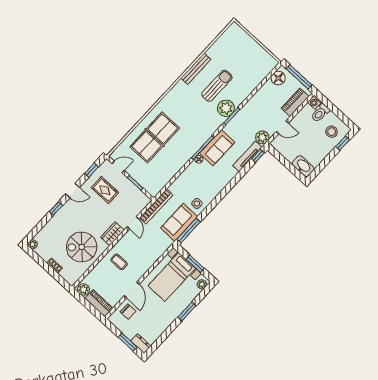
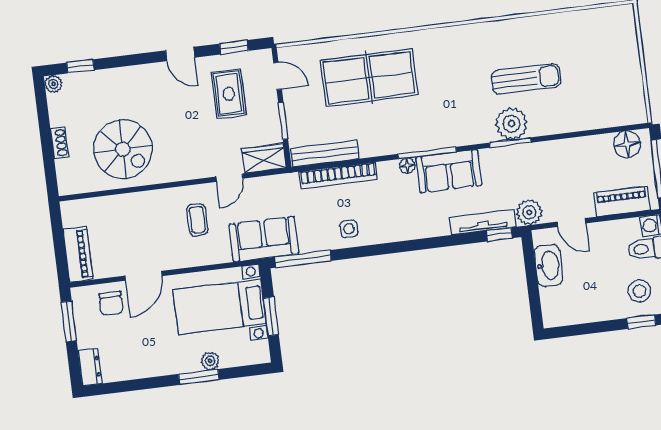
bench: (196, 69) -> (325, 154), moved
washbasin: (303, 166) -> (549, 265), moved
bookcase: (156, 206) -> (338, 176), moved
window: (56, 208) -> (80, 66), moved
sofa: (179, 222) -> (264, 239), moved
wardrobe: (112, 234) -> (264, 158), moved
spiral stairs: (82, 247) -> (123, 149), turned 180
coffee table: (119, 262) -> (197, 220), moved
plant: (202, 284) -> (210, 361), moved
plant: (84, 290) -> (72, 215), removed
window: (128, 342) -> (69, 321), moved

